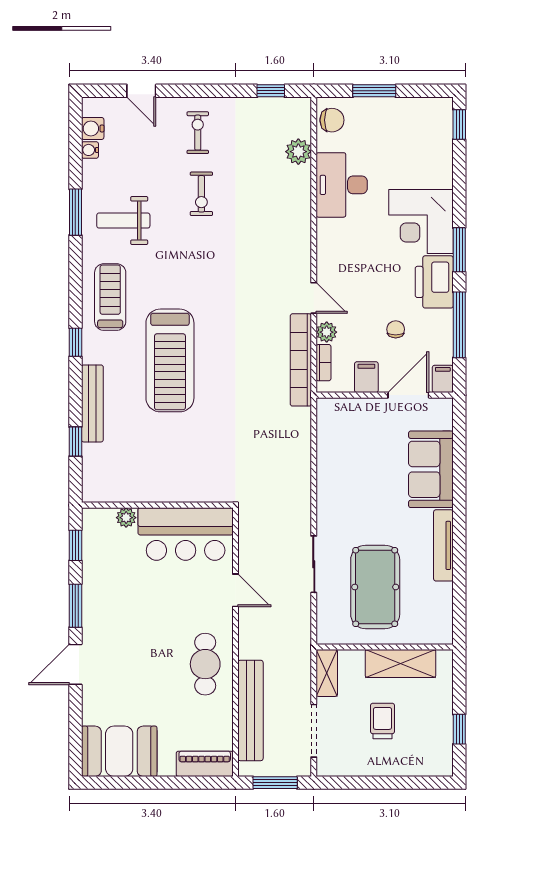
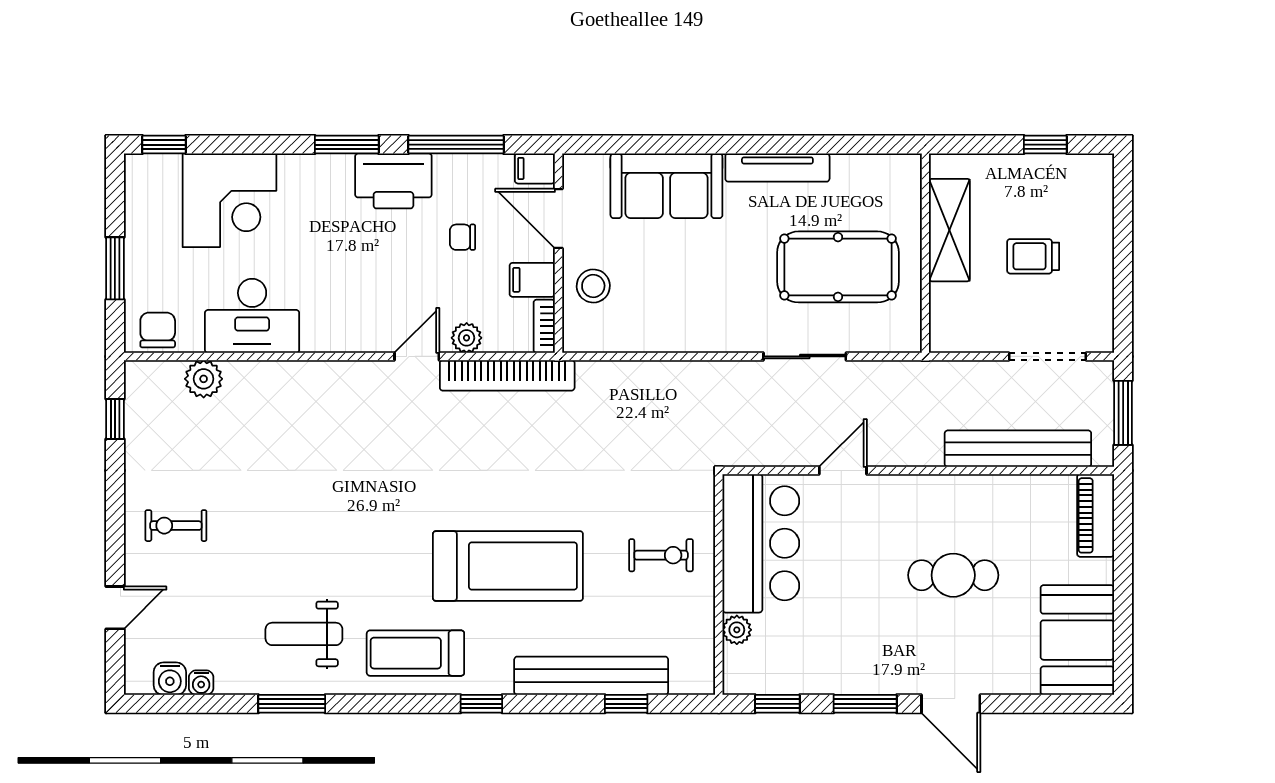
exercise bike: (201, 194) -> (661, 555), moved
weight bench: (123, 221) -> (304, 634), turned 90
corner desk: (421, 222) -> (229, 200), moved
bookcase: (324, 363) -> (544, 326), moved, turned -90
bench: (92, 403) -> (591, 676), width x1.37, depth x1.21
stool: (362, 419) -> (593, 286), added
cafe table: (205, 664) -> (953, 575), moved
shelving: (327, 673) -> (963, 337), removed

